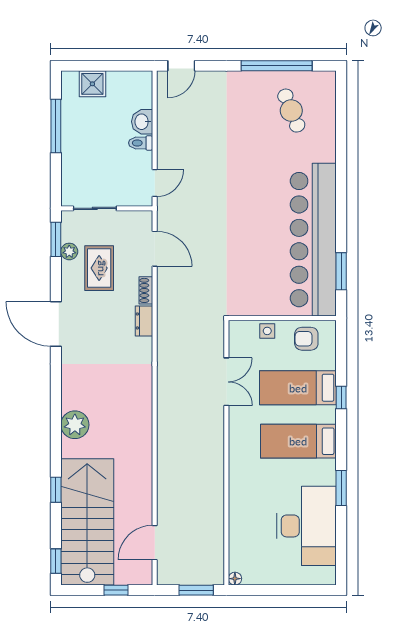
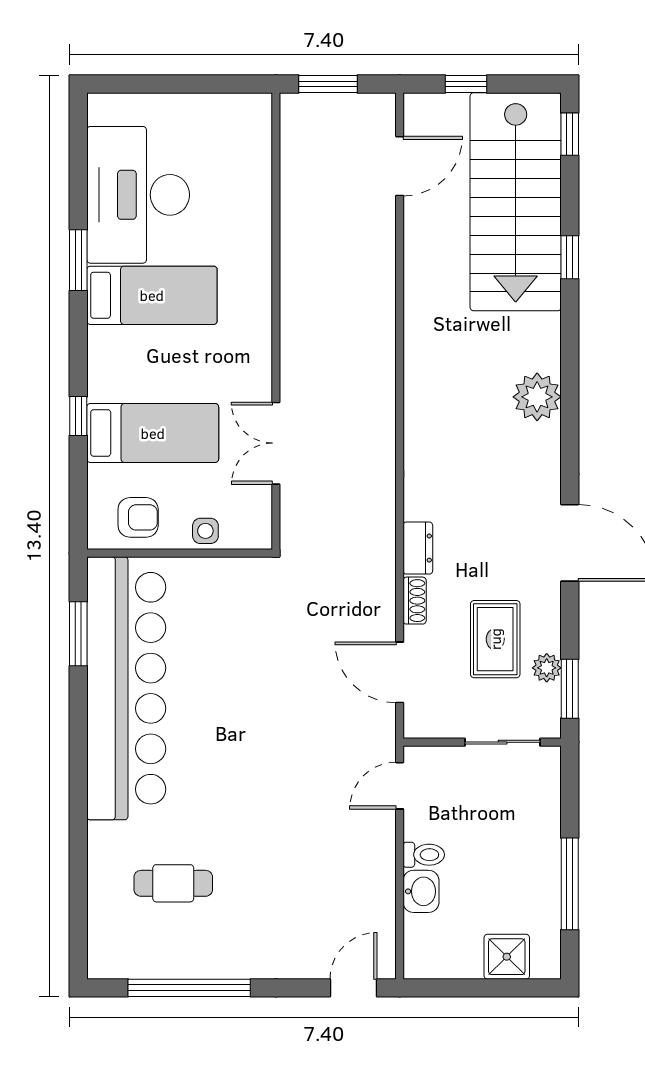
cafe table: (291, 111) -> (173, 883), moved, turned -68
plant: (75, 425) -> (537, 397), moved
bed: (298, 441) -> (152, 295), moved
floor lamp: (235, 579) -> (261, 104), removed

